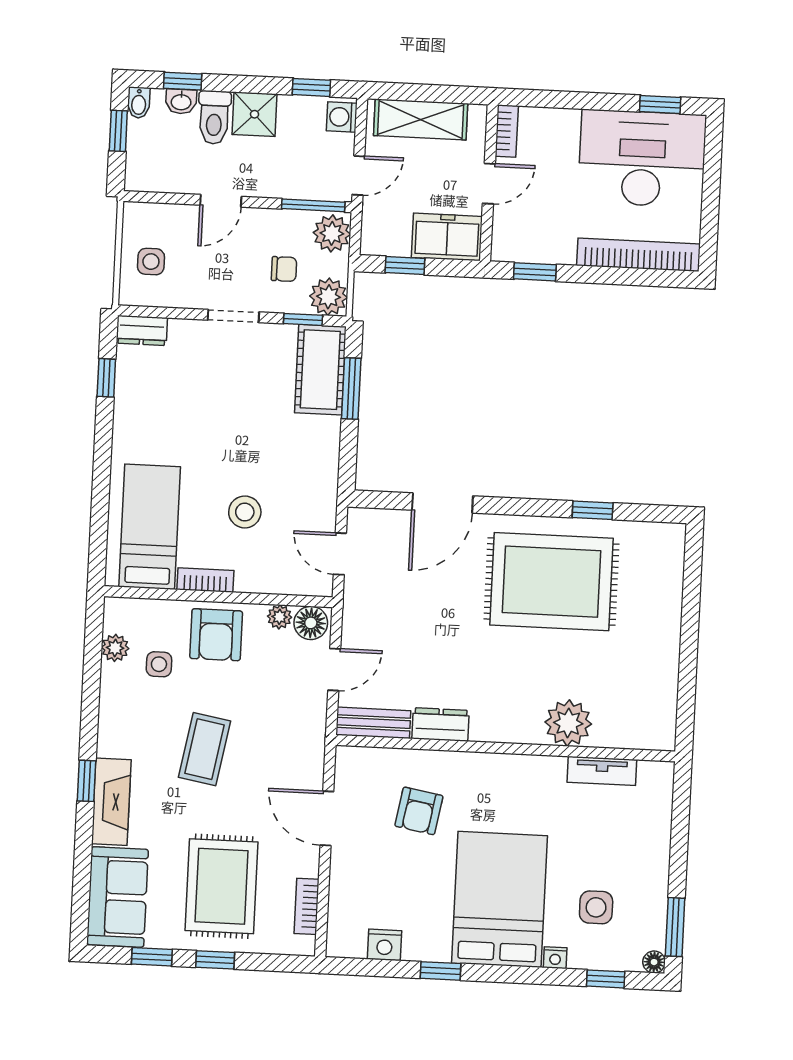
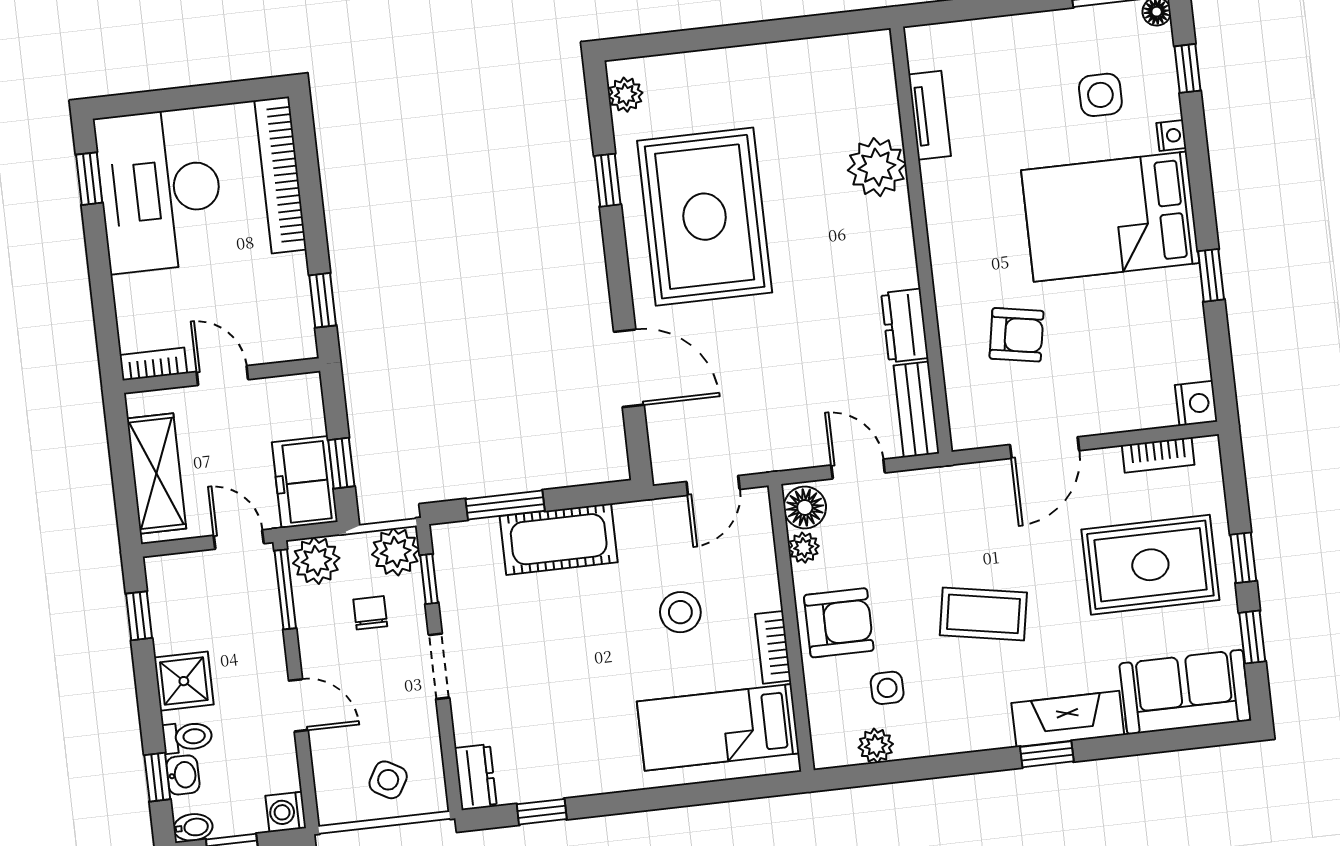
toilet: (214, 117) -> (187, 737), width x0.73, depth x0.72
washing machine: (342, 117) -> (286, 812), moved, turned 90
freezer: (447, 237) -> (305, 482), moved
side table: (151, 262) -> (388, 780), turned 30
cot: (320, 370) -> (559, 539), moved
plant: (657, 535) -> (626, 95), added
nightstand: (384, 945) -> (1196, 403), moved

